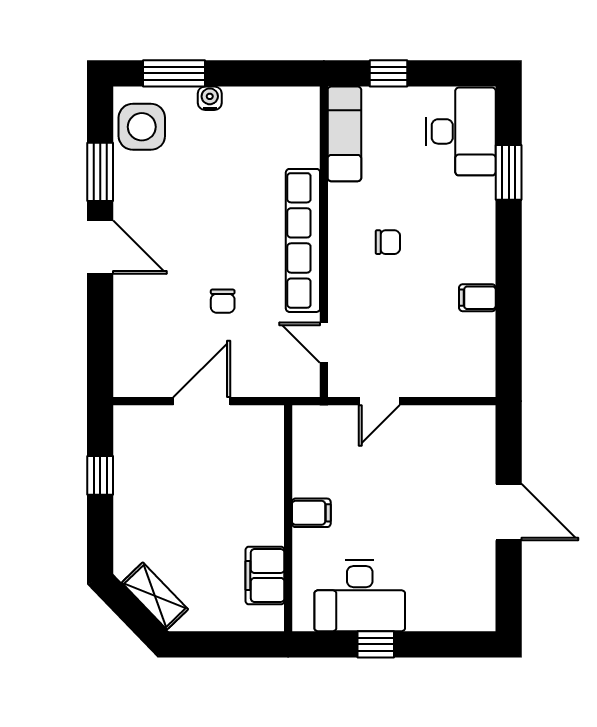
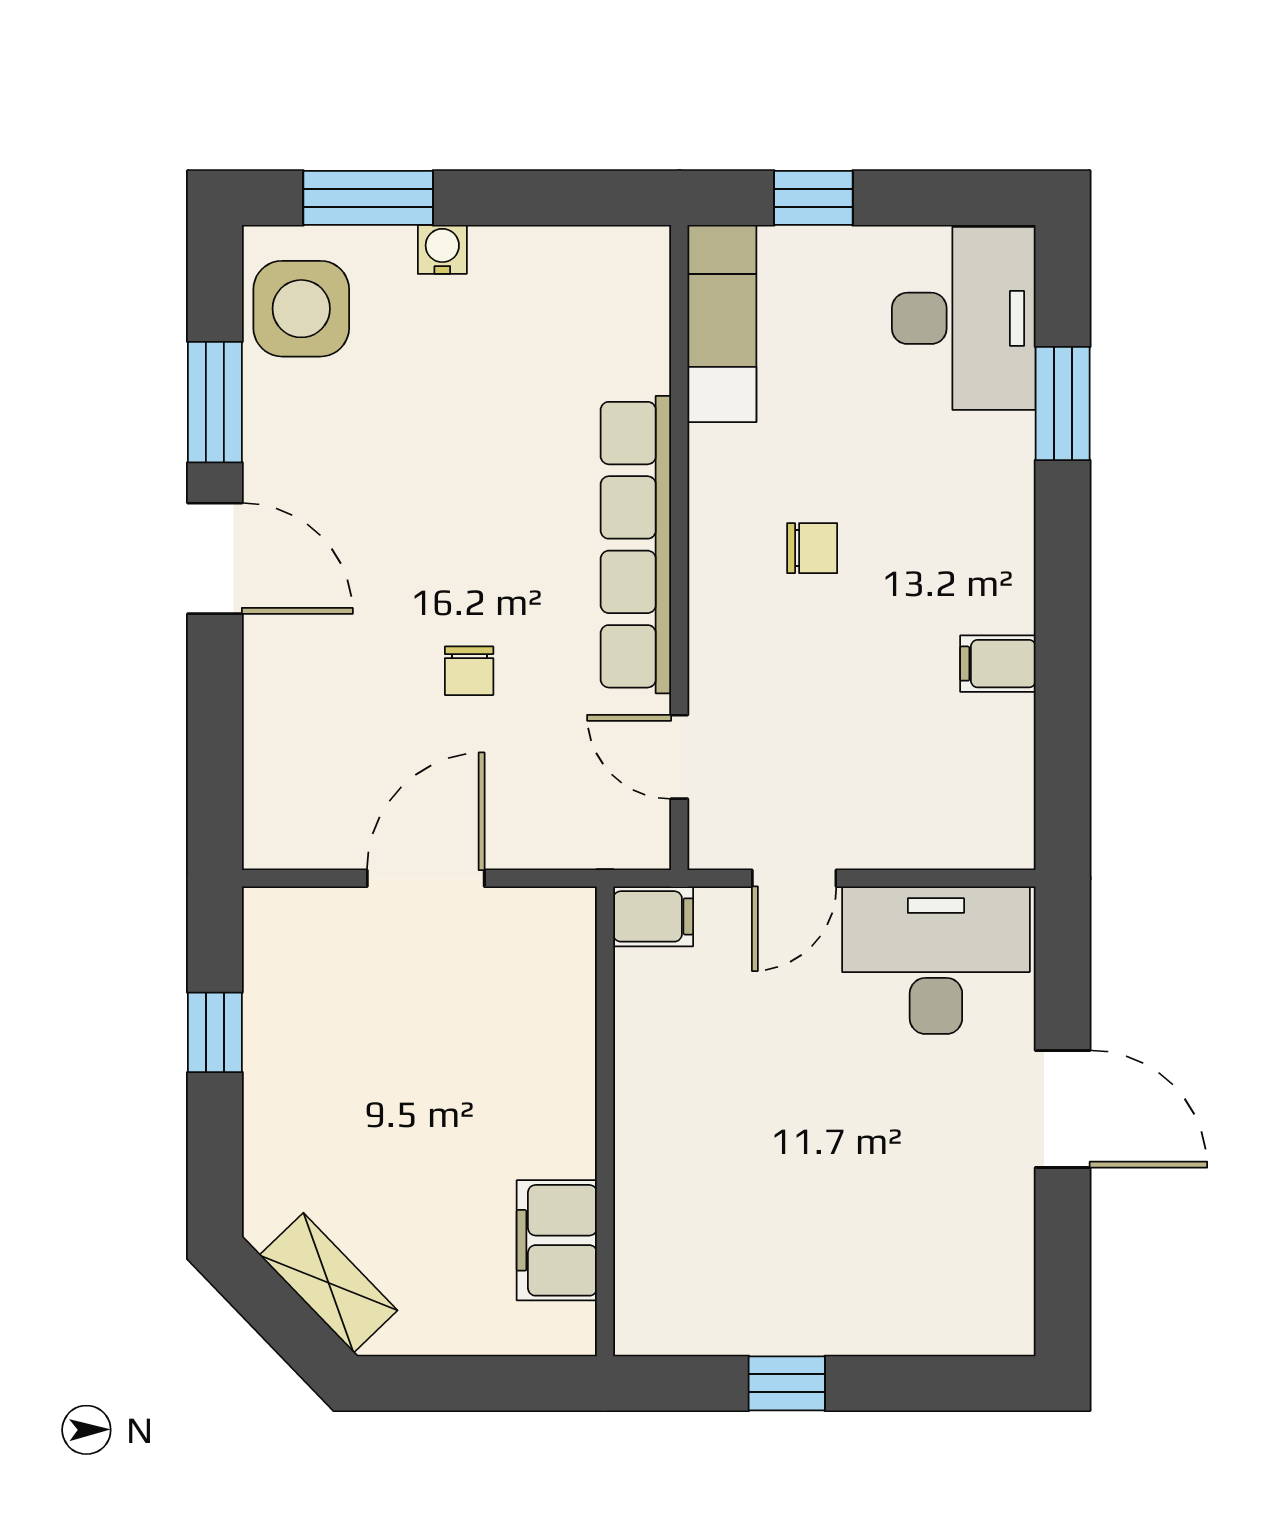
filing cabinet: (311, 513) -> (653, 916), moved
desk: (360, 596) -> (936, 960), moved, turned 180

